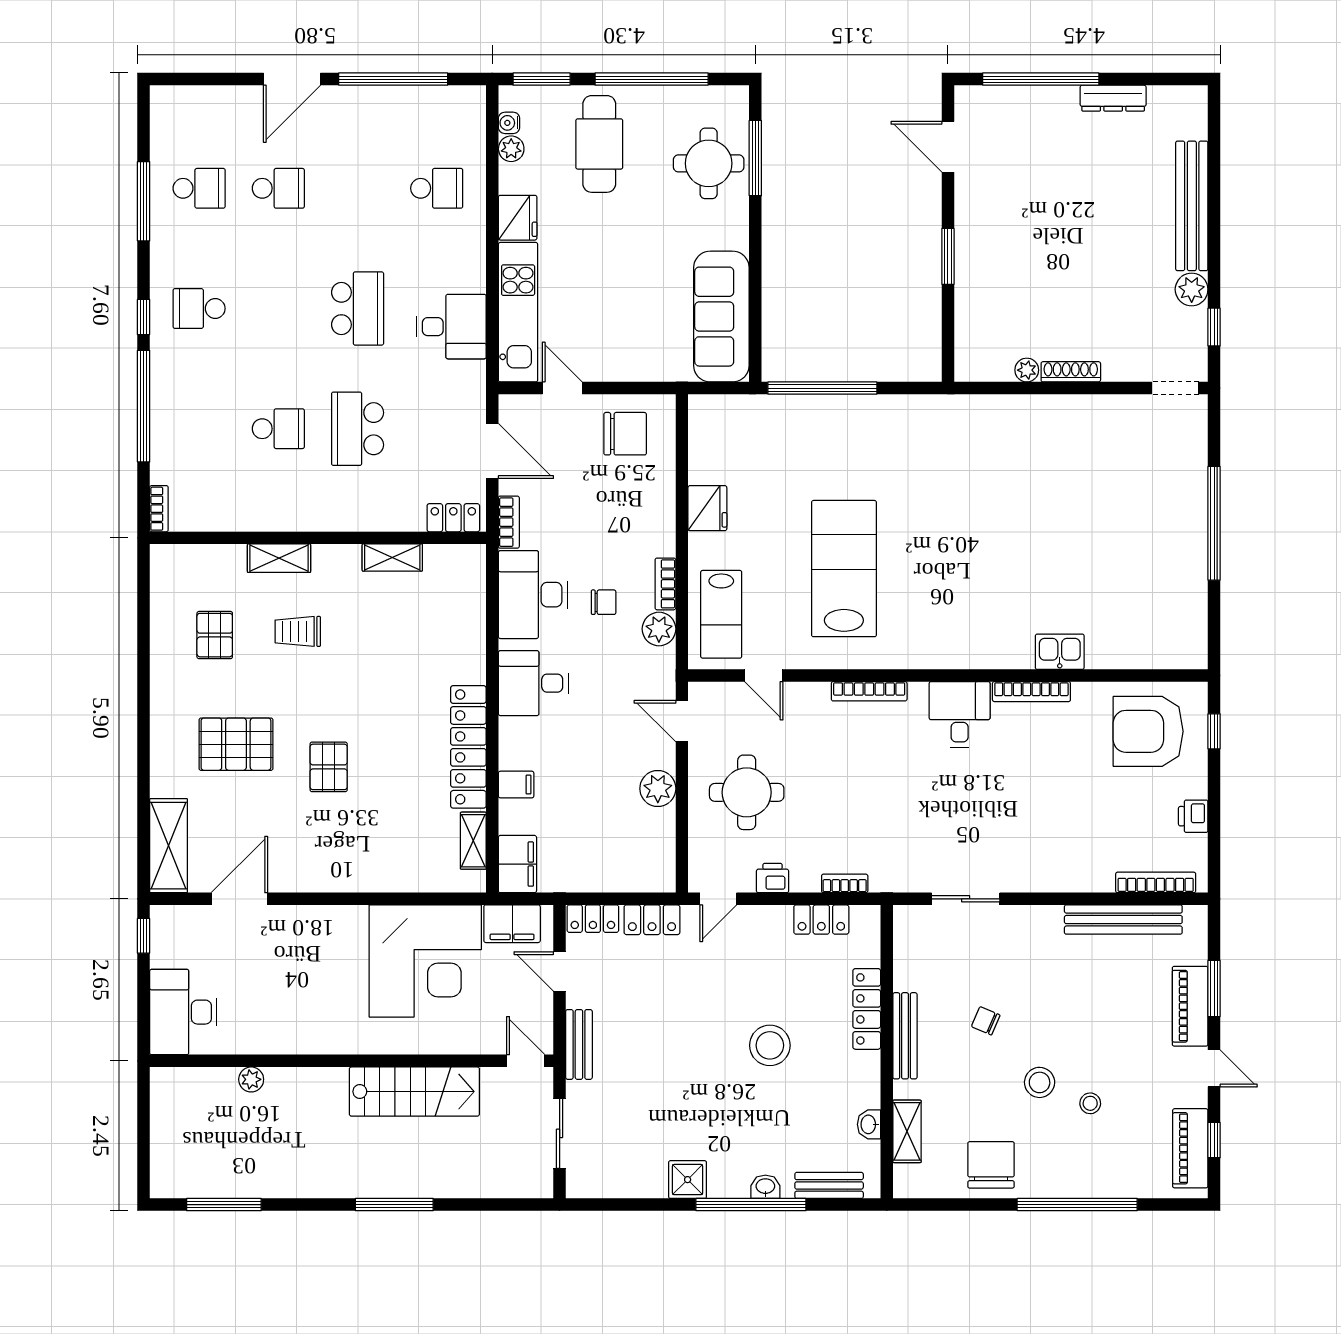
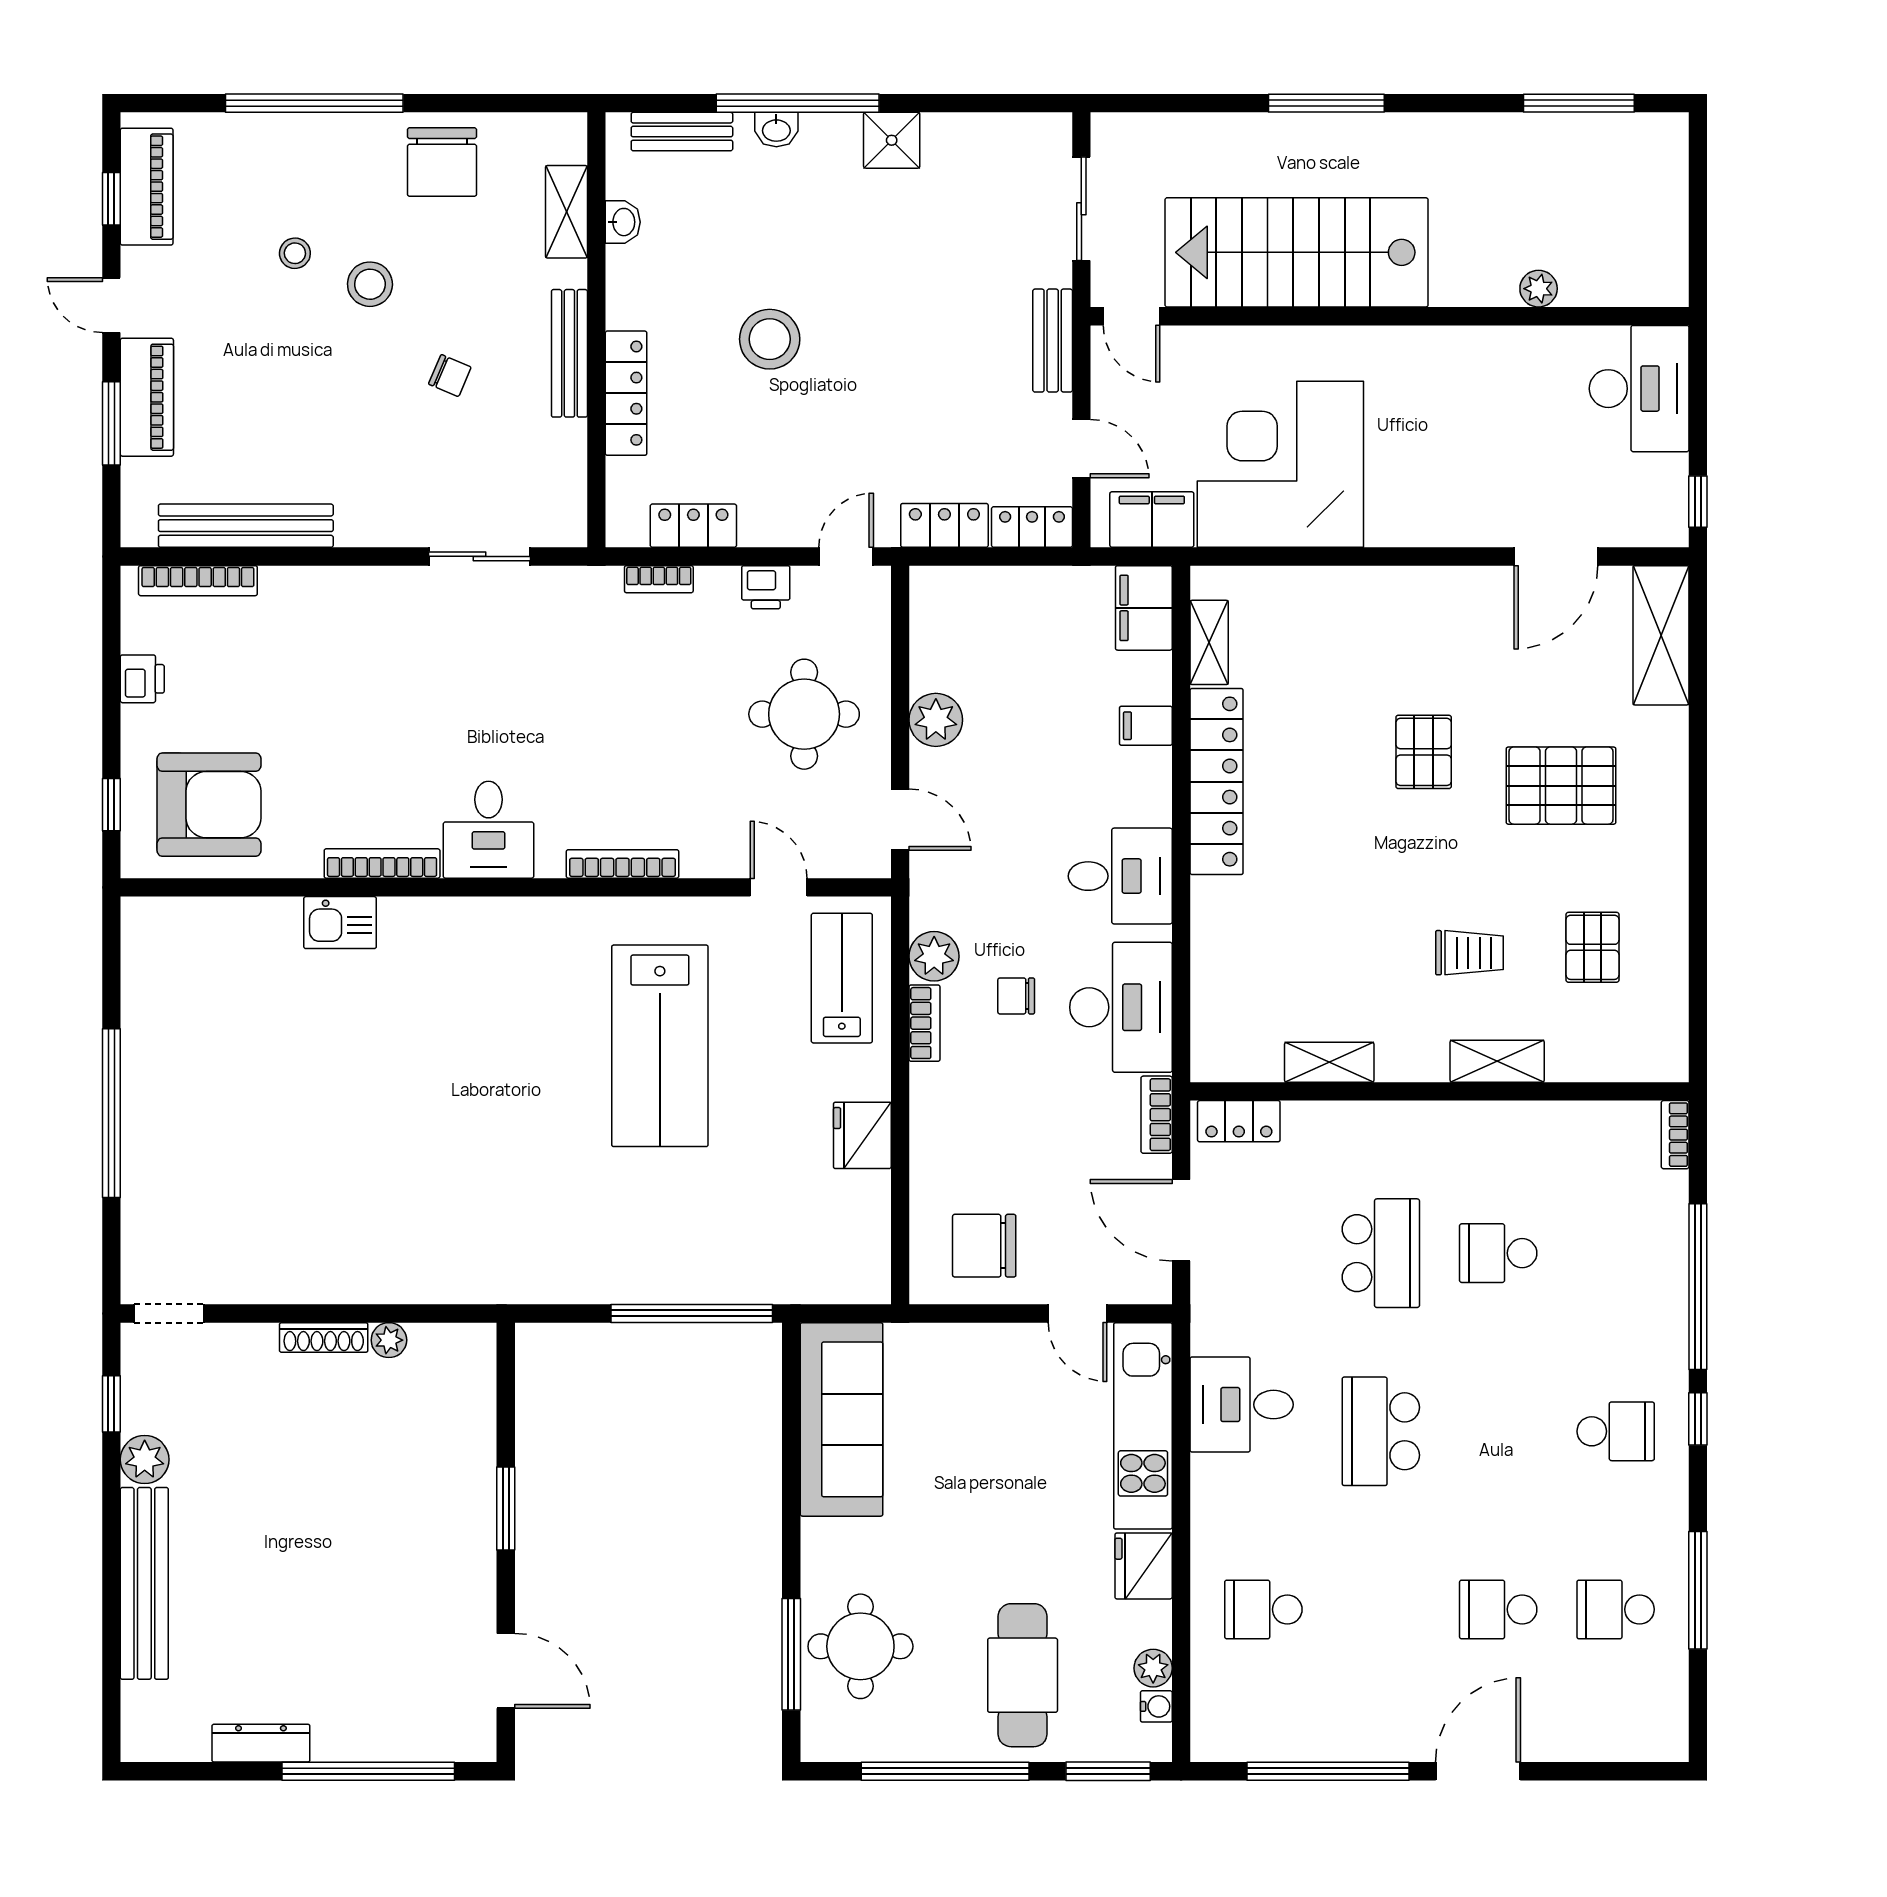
stairs: (414, 1092) -> (1297, 252), width x1.36, depth x1.51

